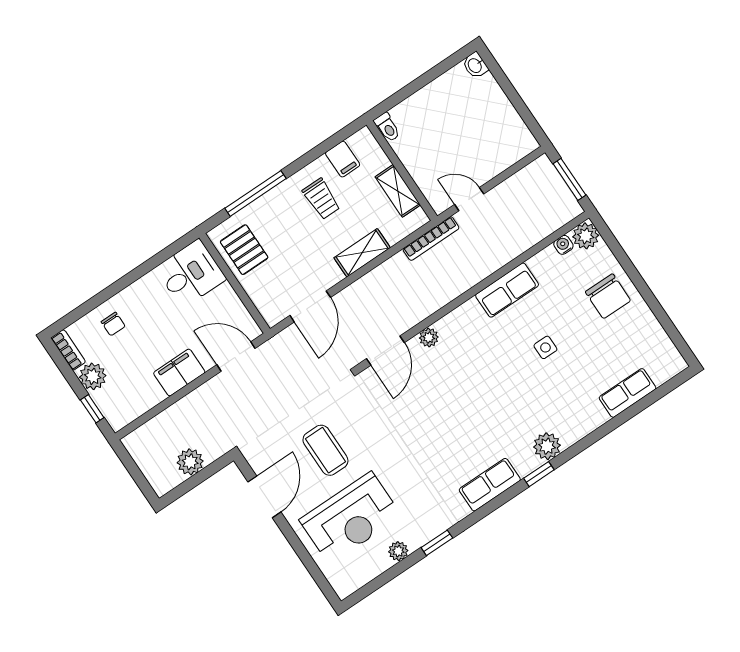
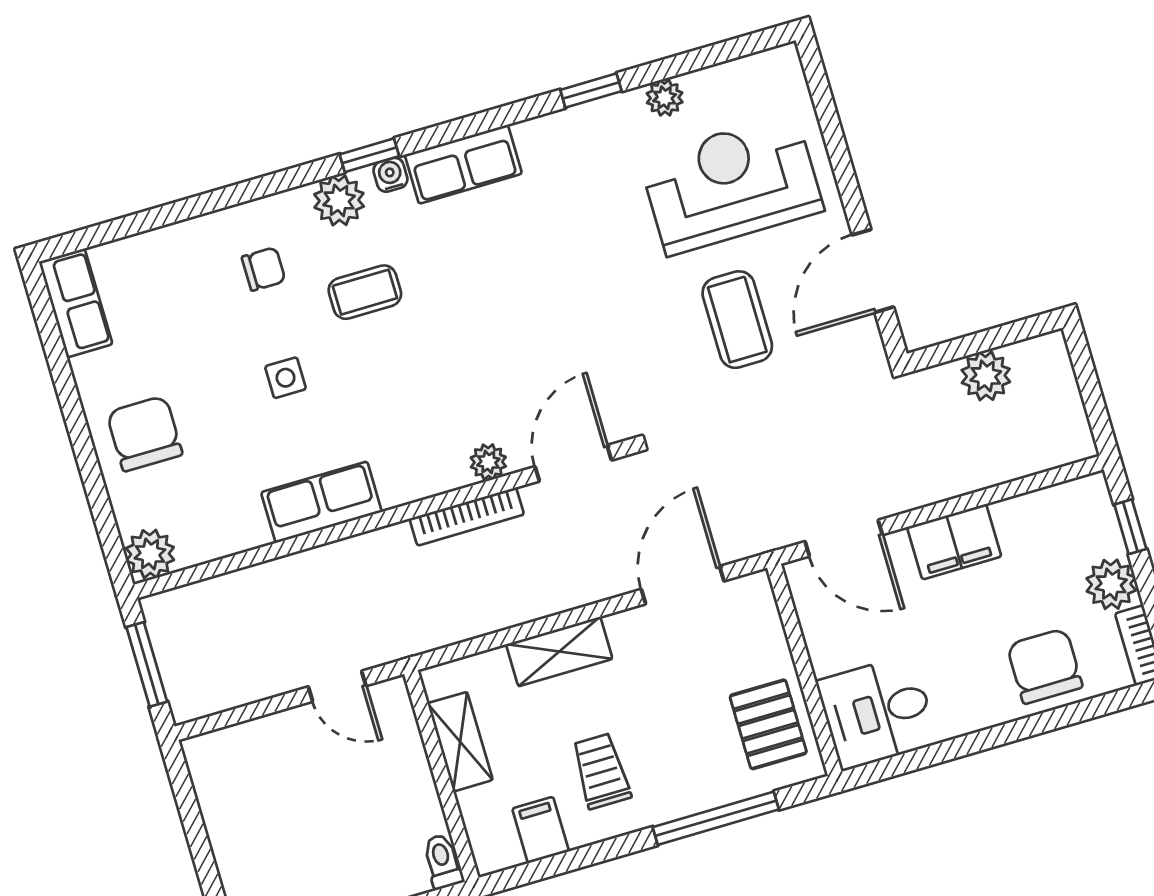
bookcase: (431, 239) -> (467, 517), moved, turned 180
water cooler: (563, 245) -> (390, 175), moved, turned 180
chair: (113, 324) -> (1045, 666), width x1.87, depth x1.87
row of seats: (628, 393) -> (76, 303), moved, turned -90
chair: (574, 399) -> (264, 269), added
coffee table: (519, 404) -> (365, 292), added

